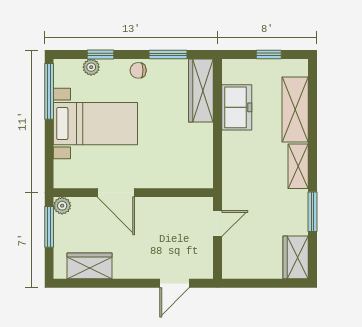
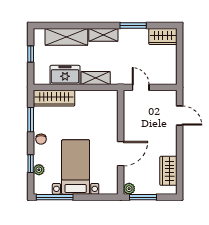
shelving: (232, 154) -> (96, 78), added

